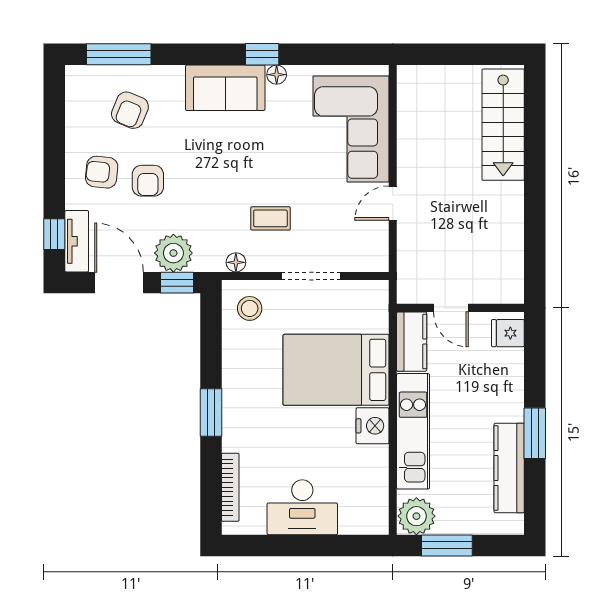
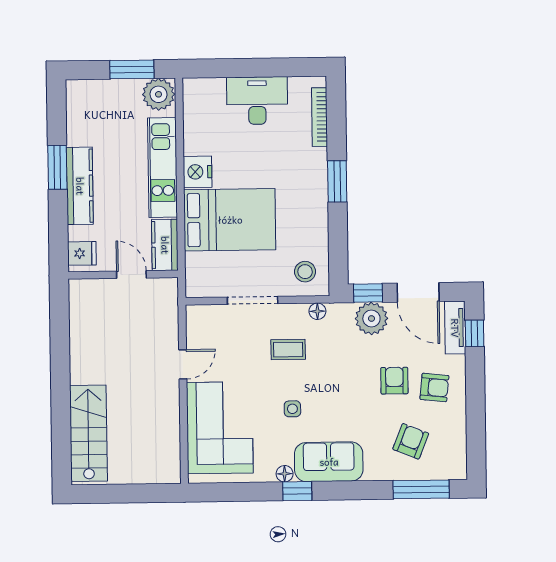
side table: (266, 150) -> (292, 409), added
kitchen counter: (509, 468) -> (80, 186), moved

